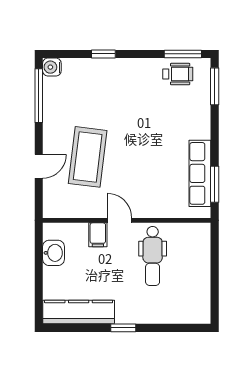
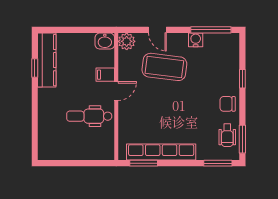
water cooler: (52, 67) -> (196, 40), moved
chair: (136, 74) -> (228, 104), added
row of seats: (200, 173) -> (161, 152), width x1.36
plant: (54, 207) -> (127, 41), added
washbasin: (53, 253) -> (105, 41), moved
window: (123, 328) -> (35, 68), moved

